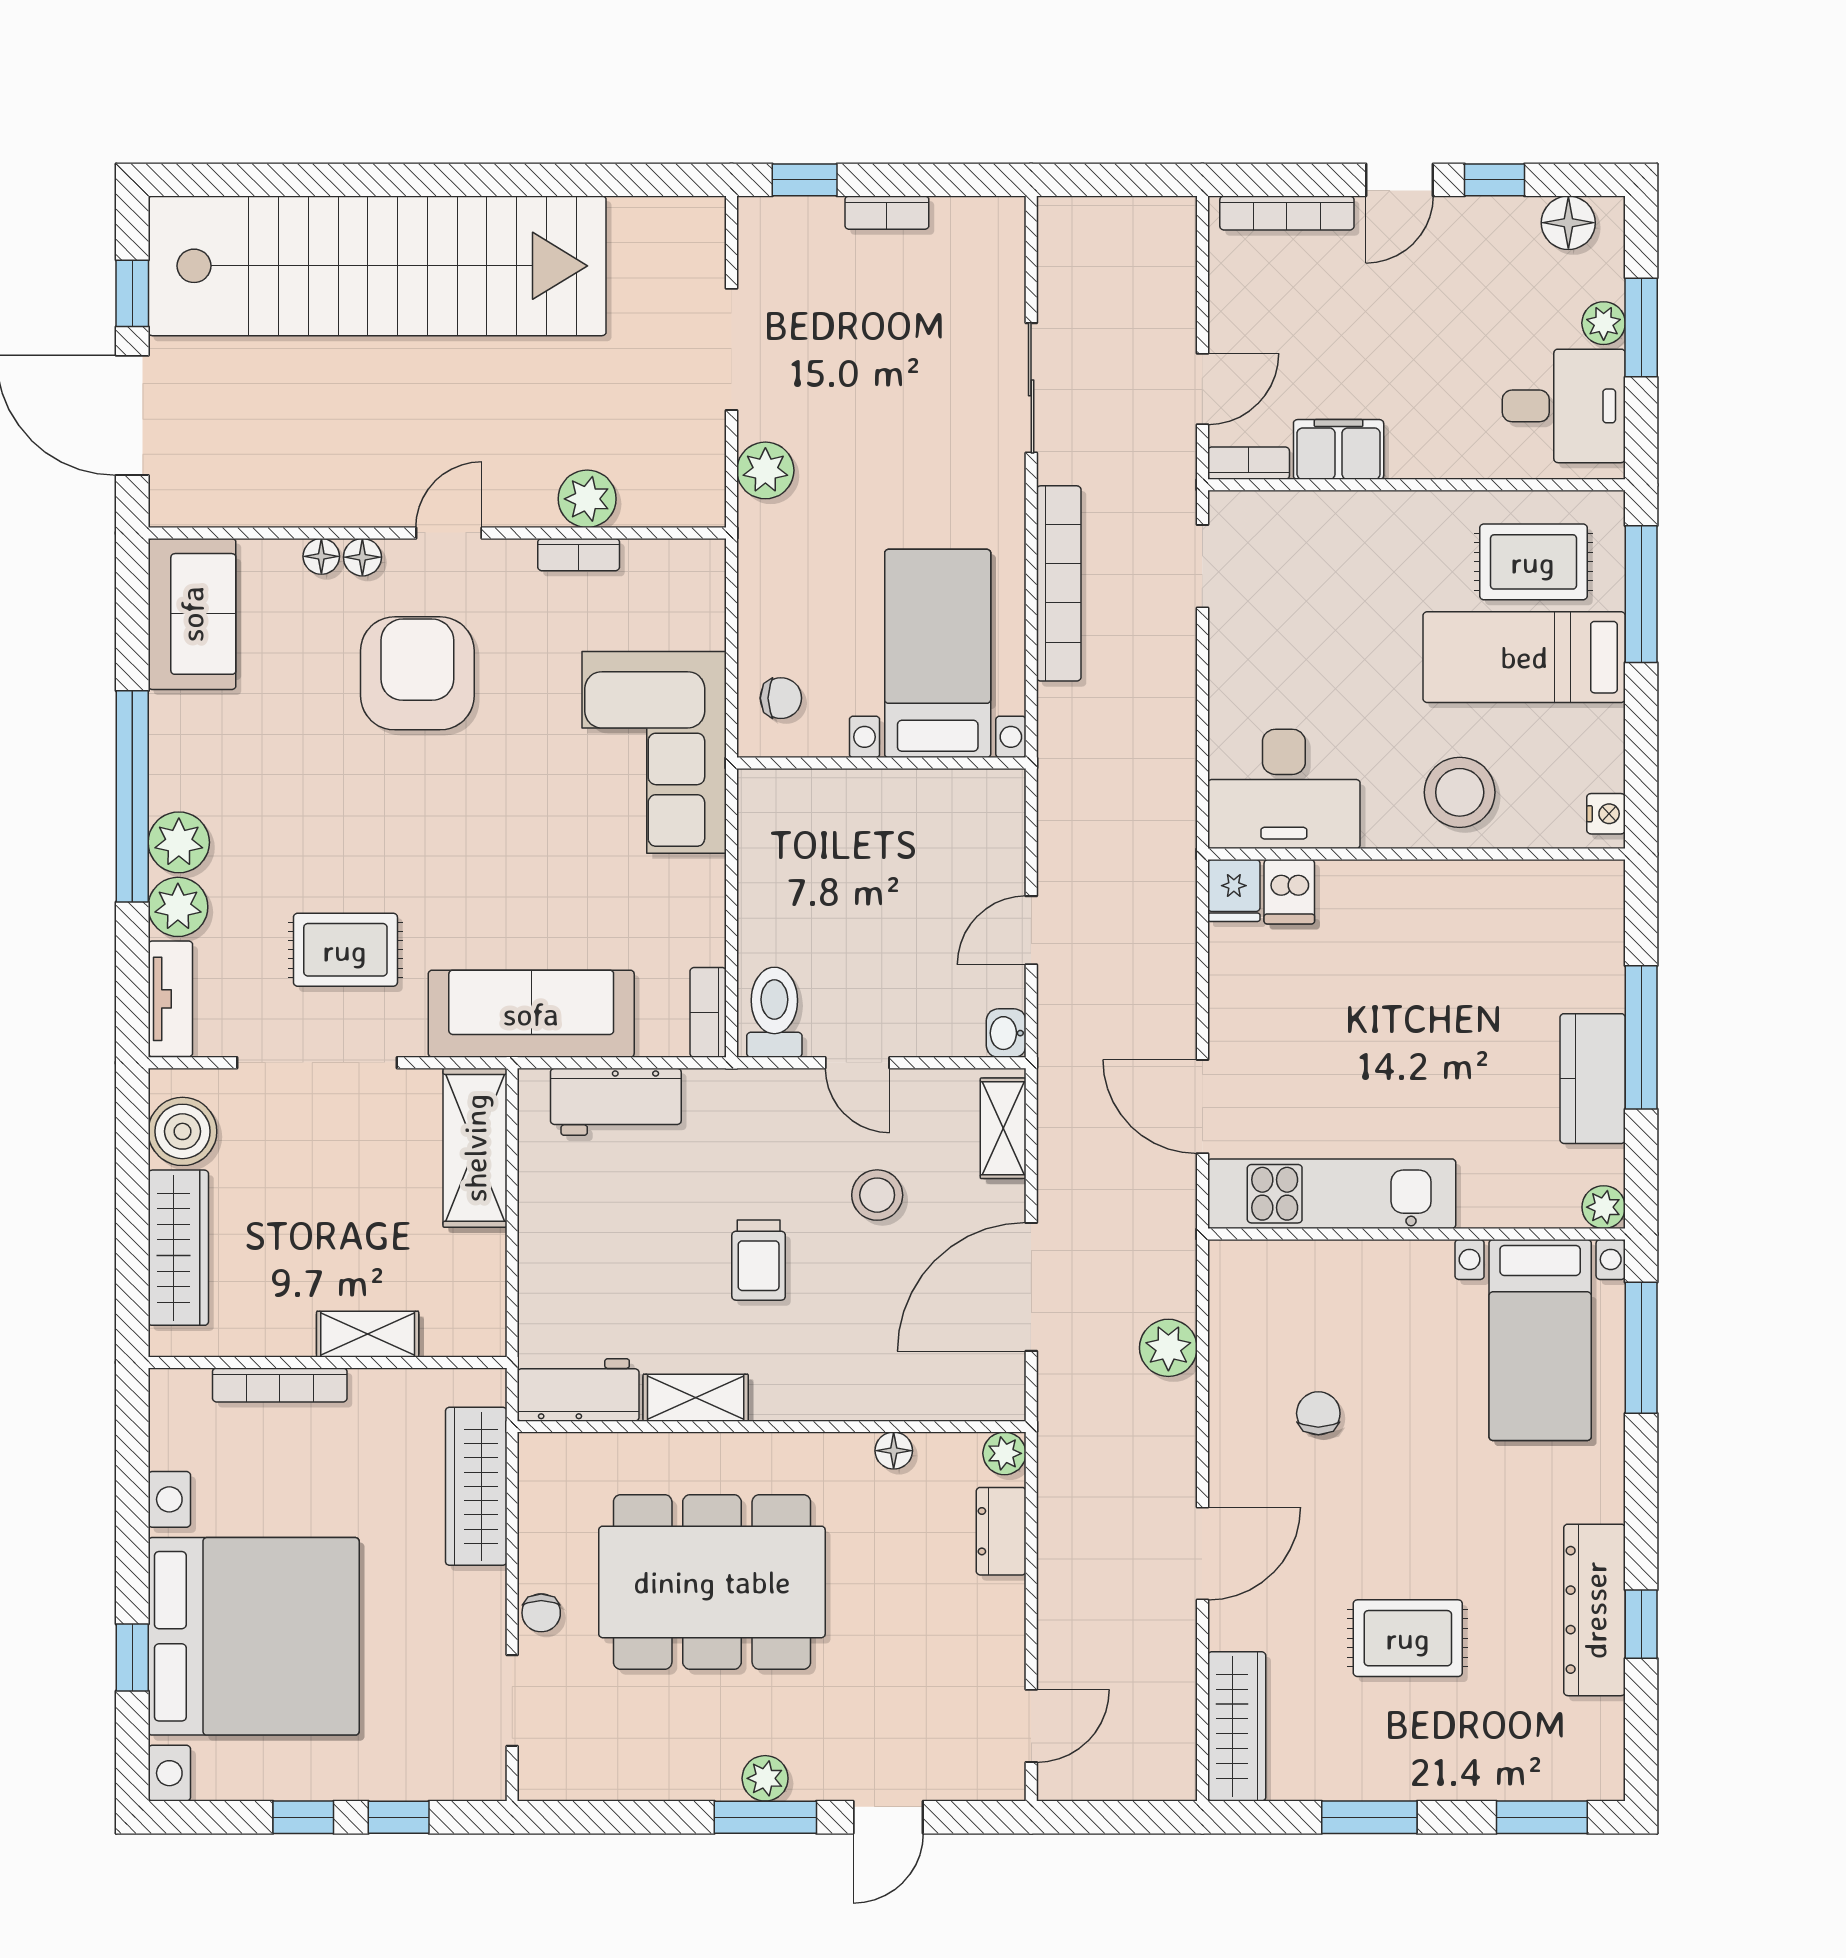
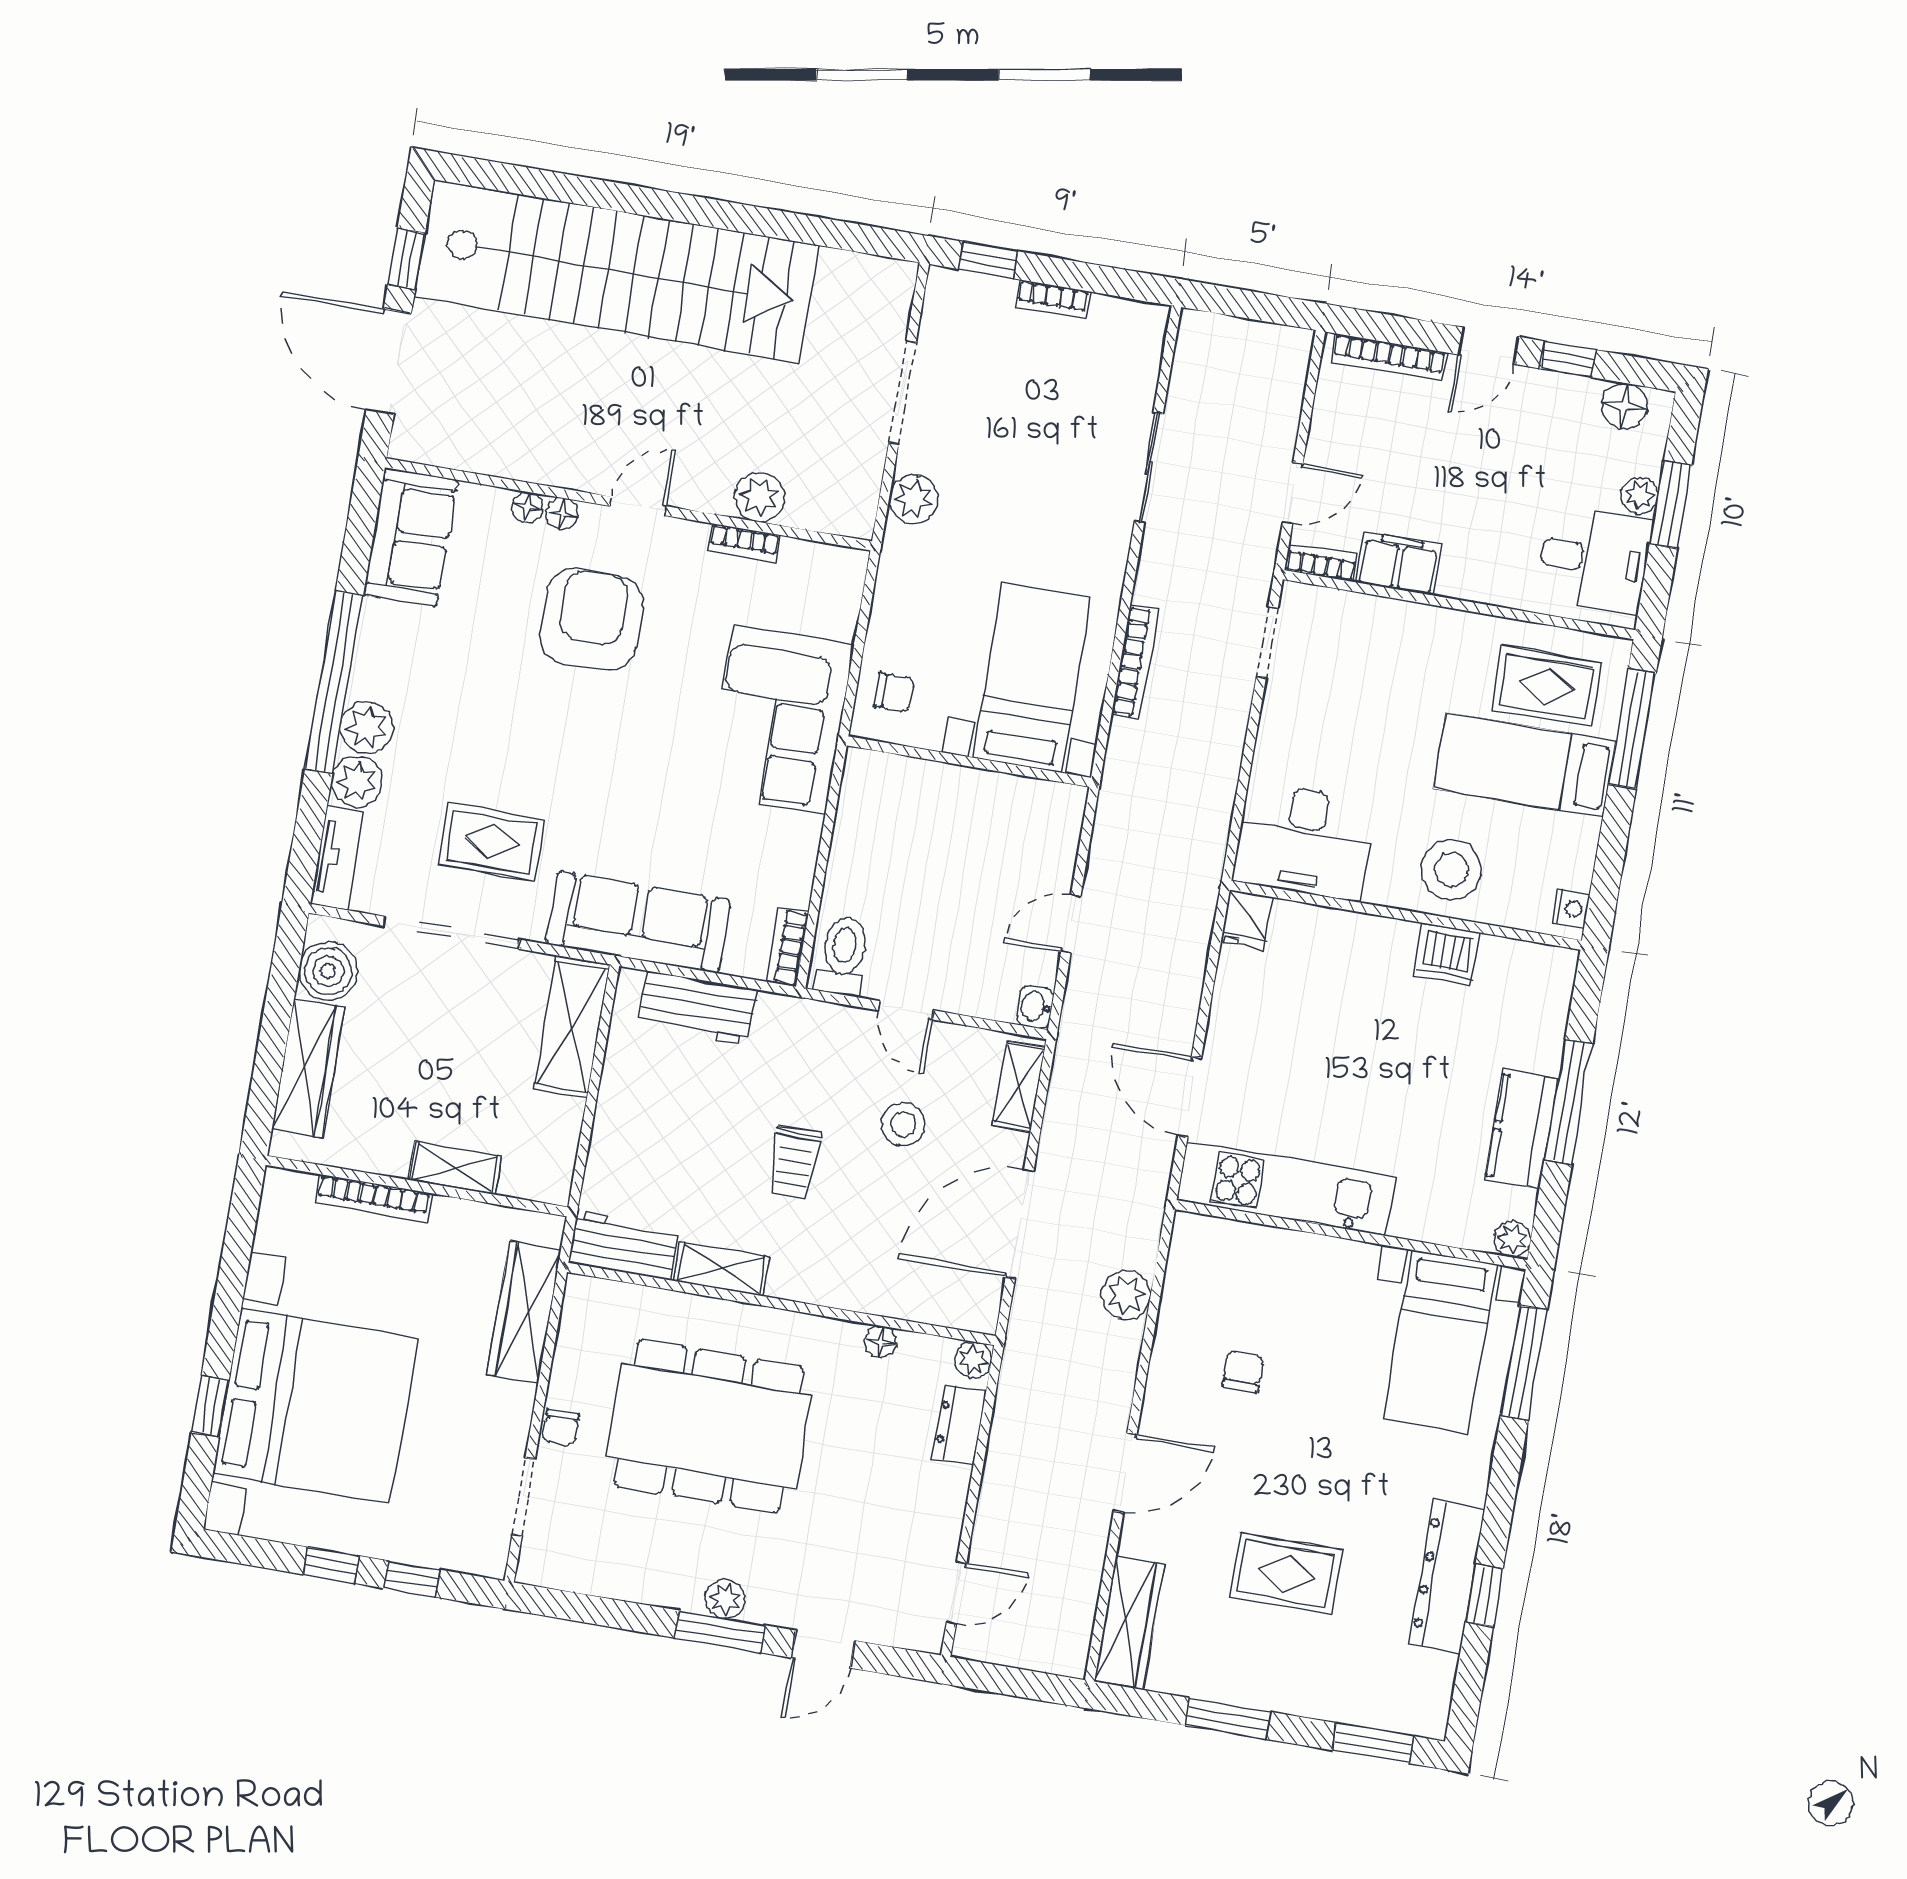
bookcase: (1059, 583) -> (1135, 662), width x0.68, depth x0.76
dishwasher: (1289, 892) -> (1447, 955), moved, width x1.38

